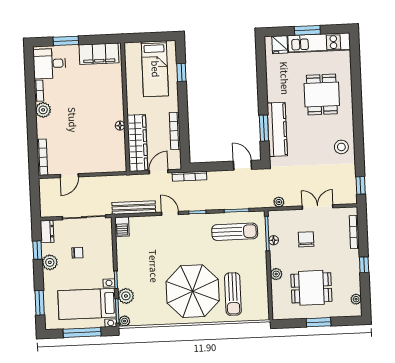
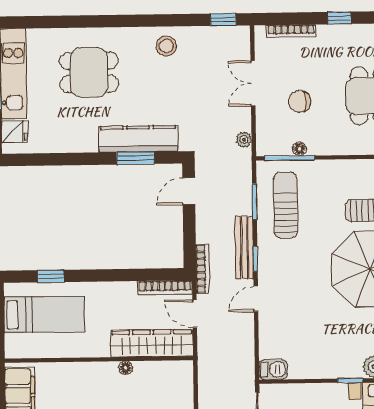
bookcase: (175, 131) -> (165, 288), moved
bench: (134, 208) -> (244, 248), moved
plant: (276, 274) -> (349, 147), removed

